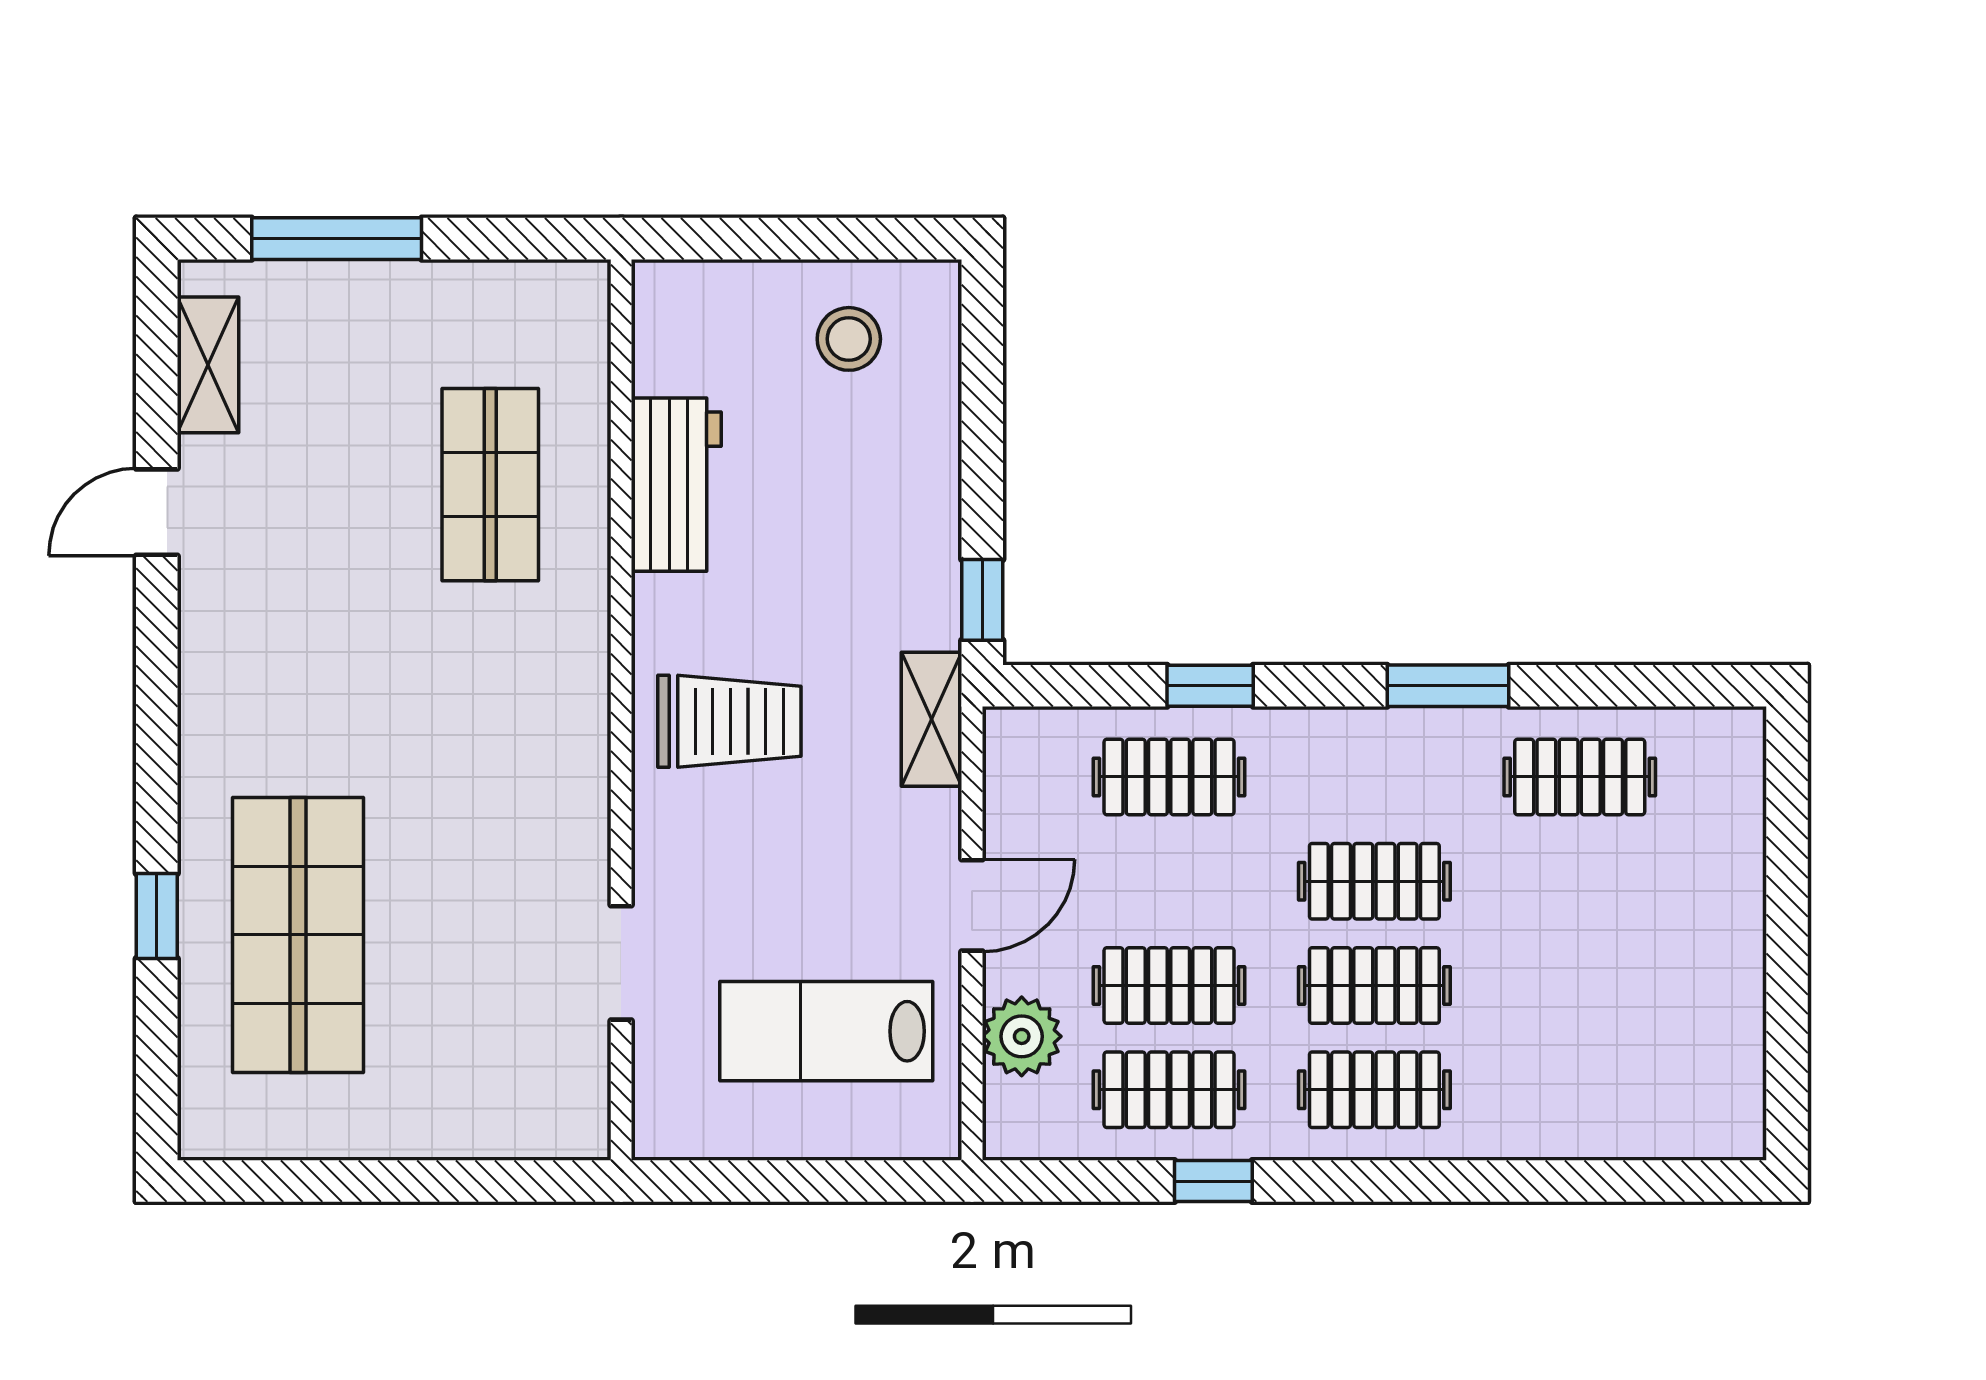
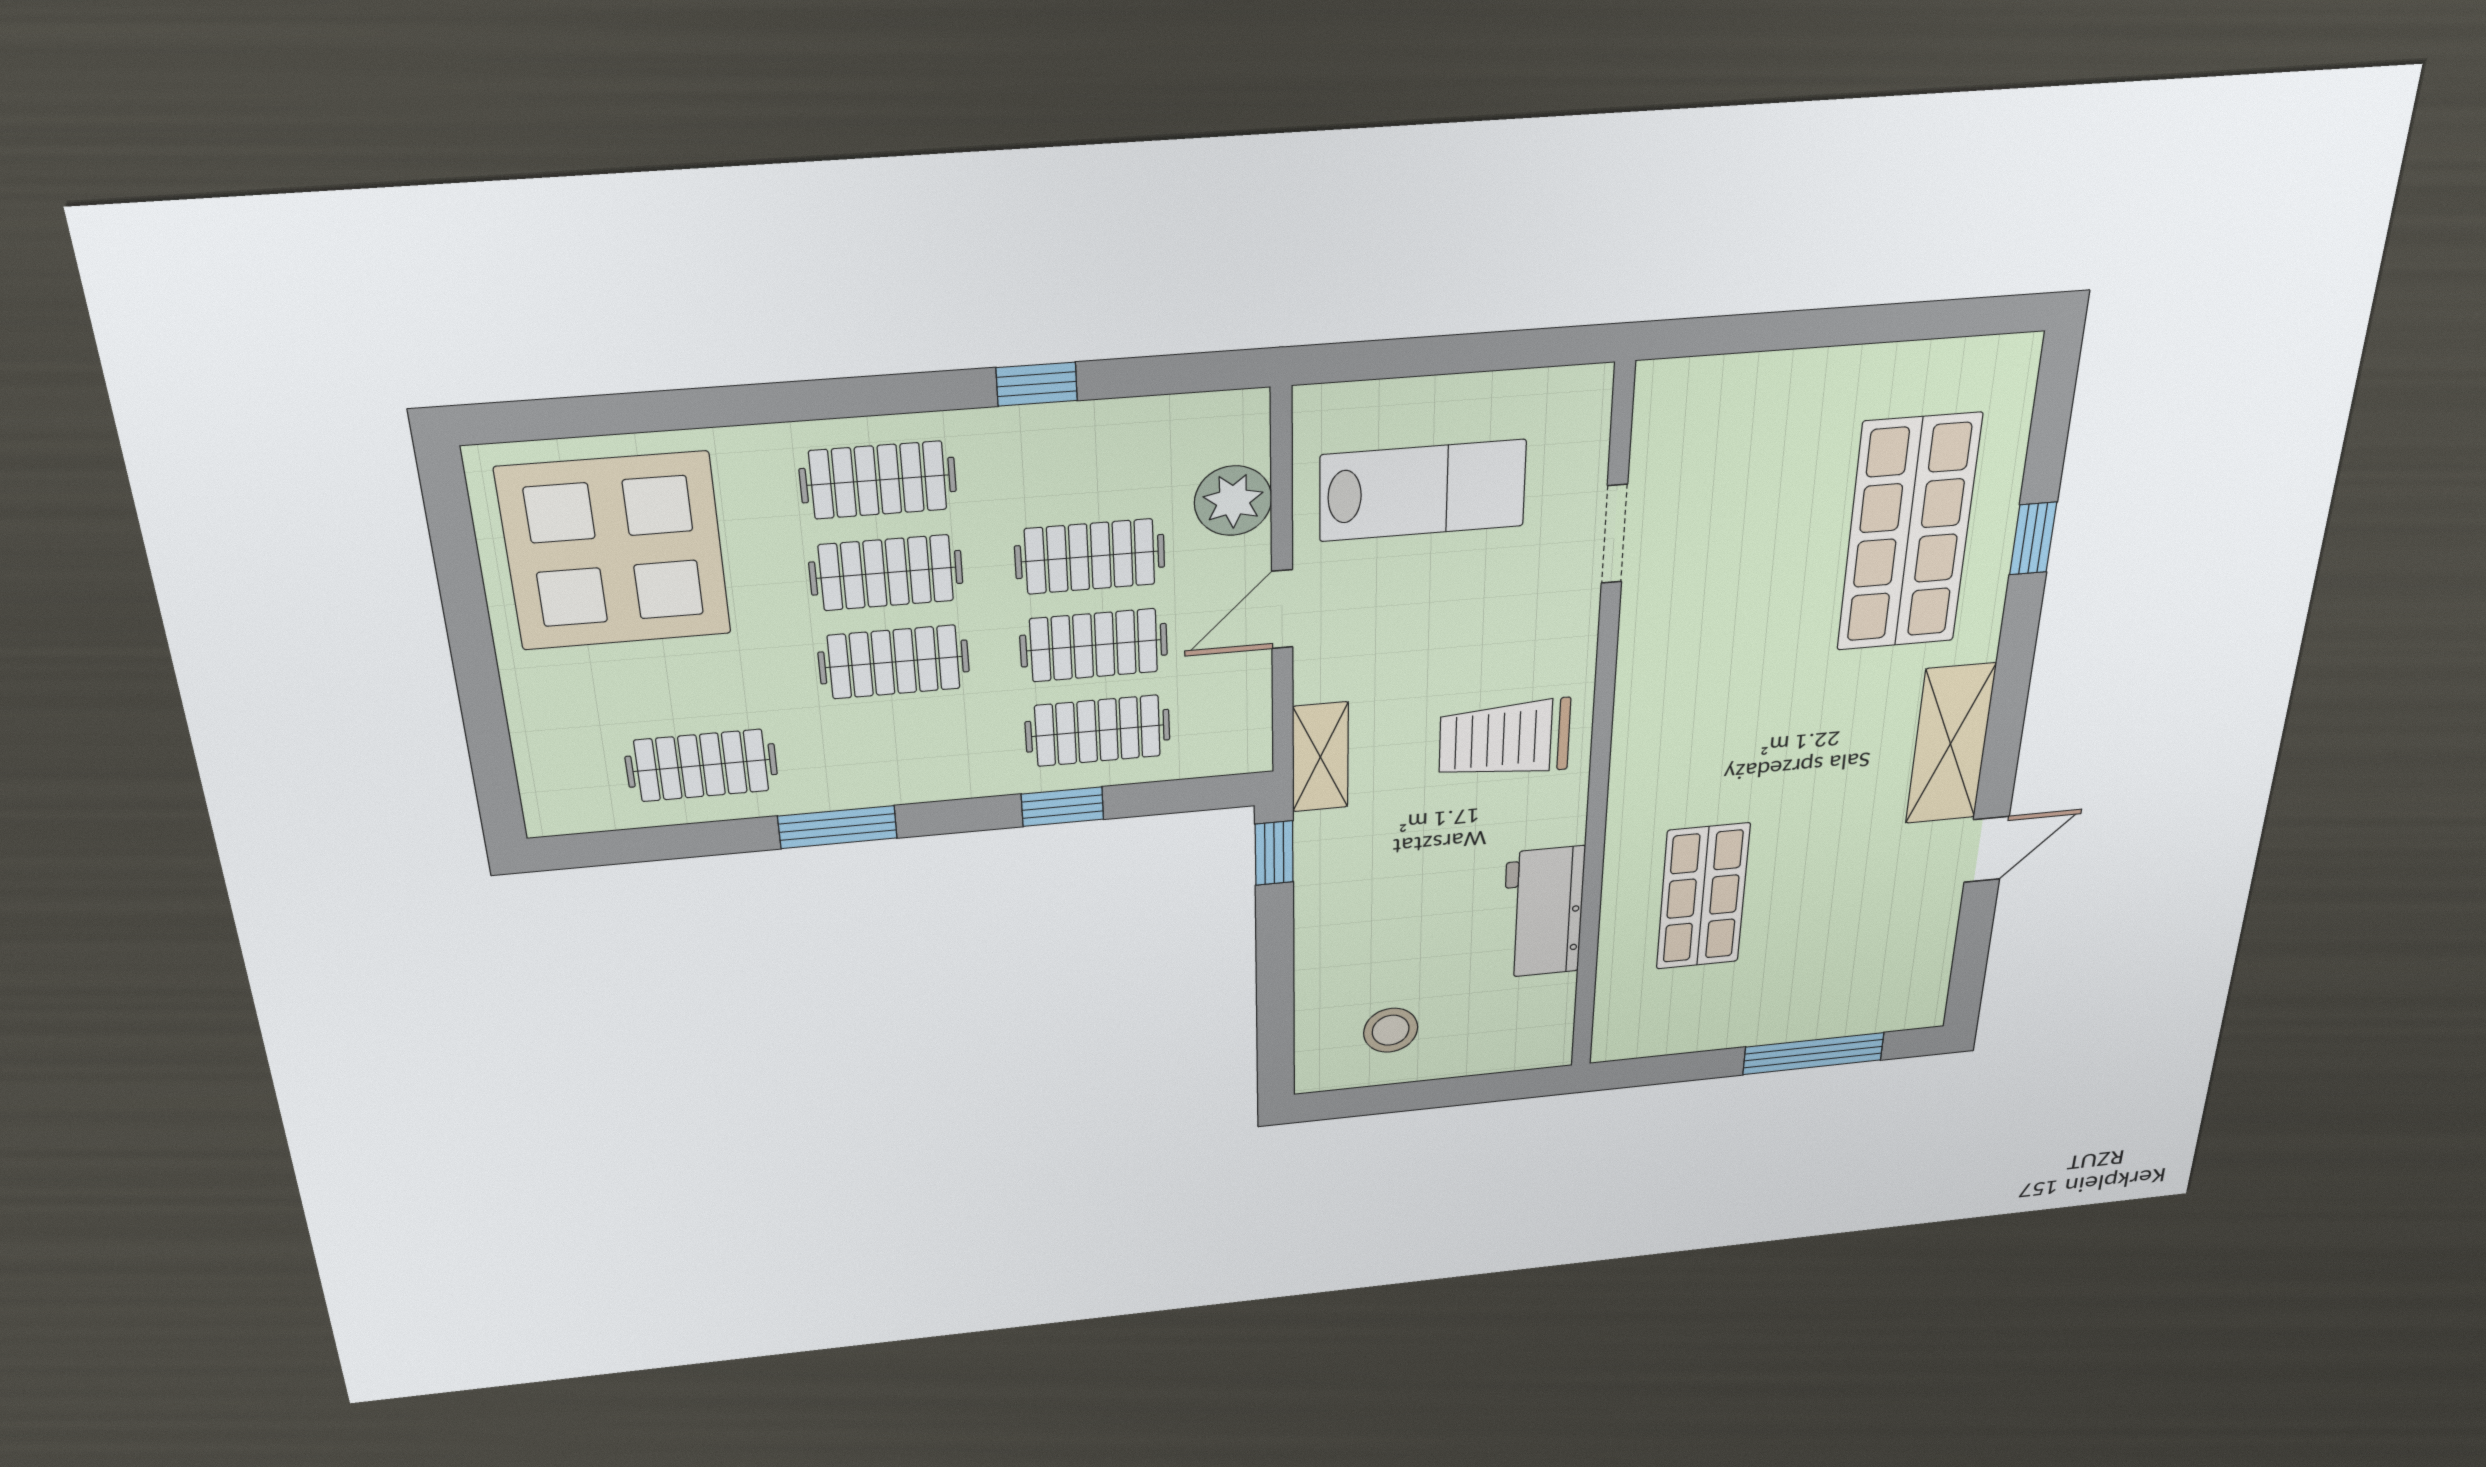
shelving: (208, 365) -> (1950, 744), moved, width x1.50, depth x1.33
display table: (1636, 1033) -> (615, 552), added
clothes rail: (1169, 1090) -> (1094, 645), moved

